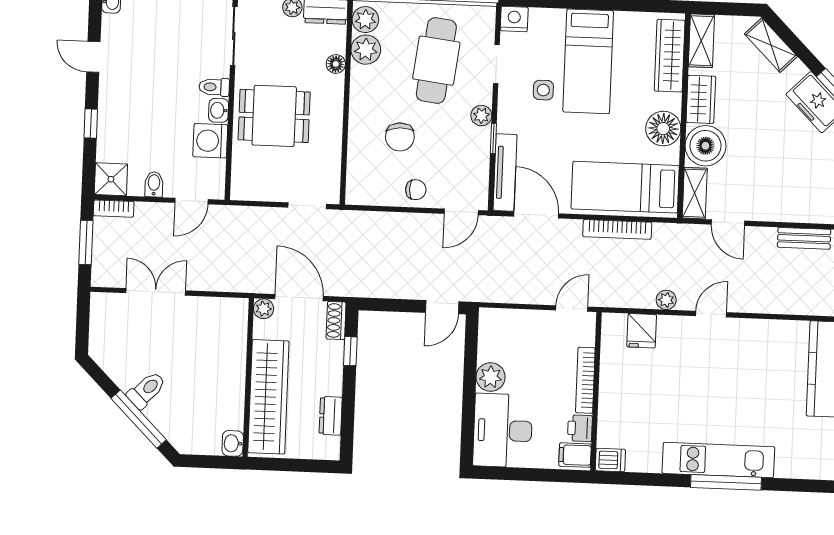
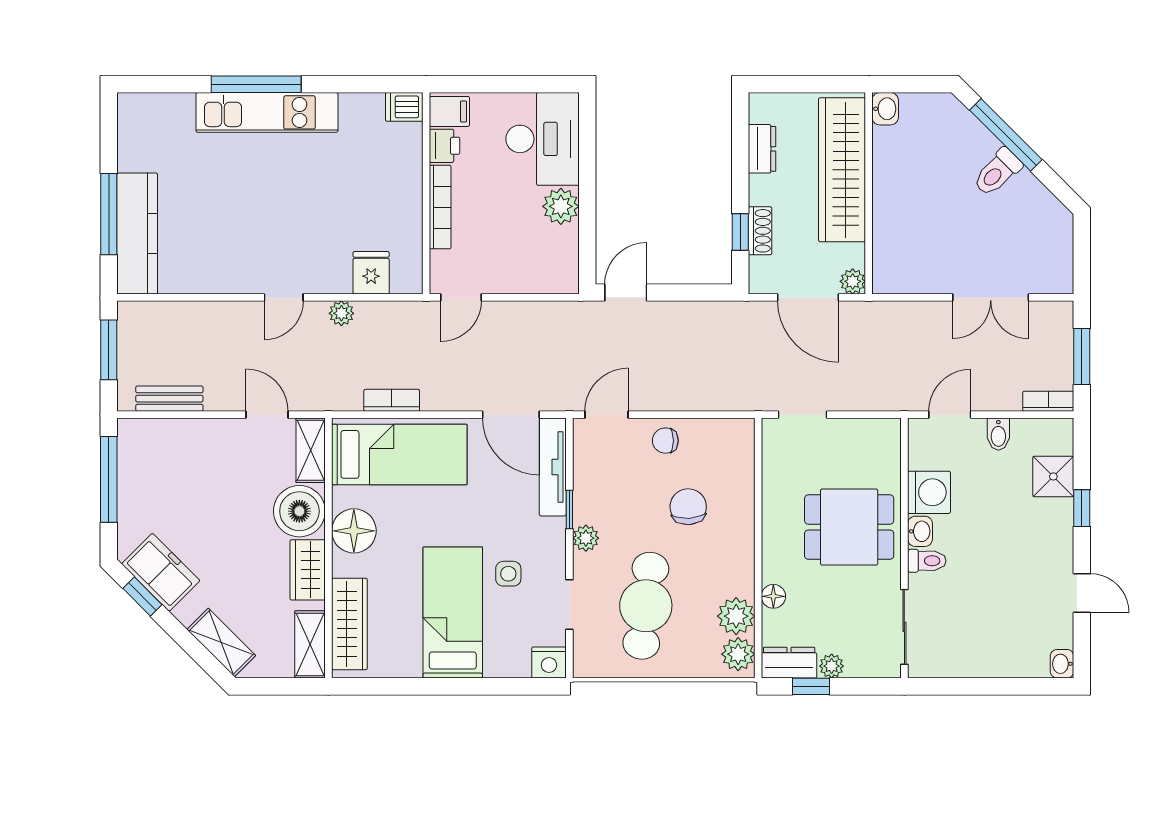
shower: (111, 179) -> (1053, 476), moved
bookcase: (617, 229) -> (392, 400), width x0.64
shoe rack: (336, 321) -> (760, 231), moved

